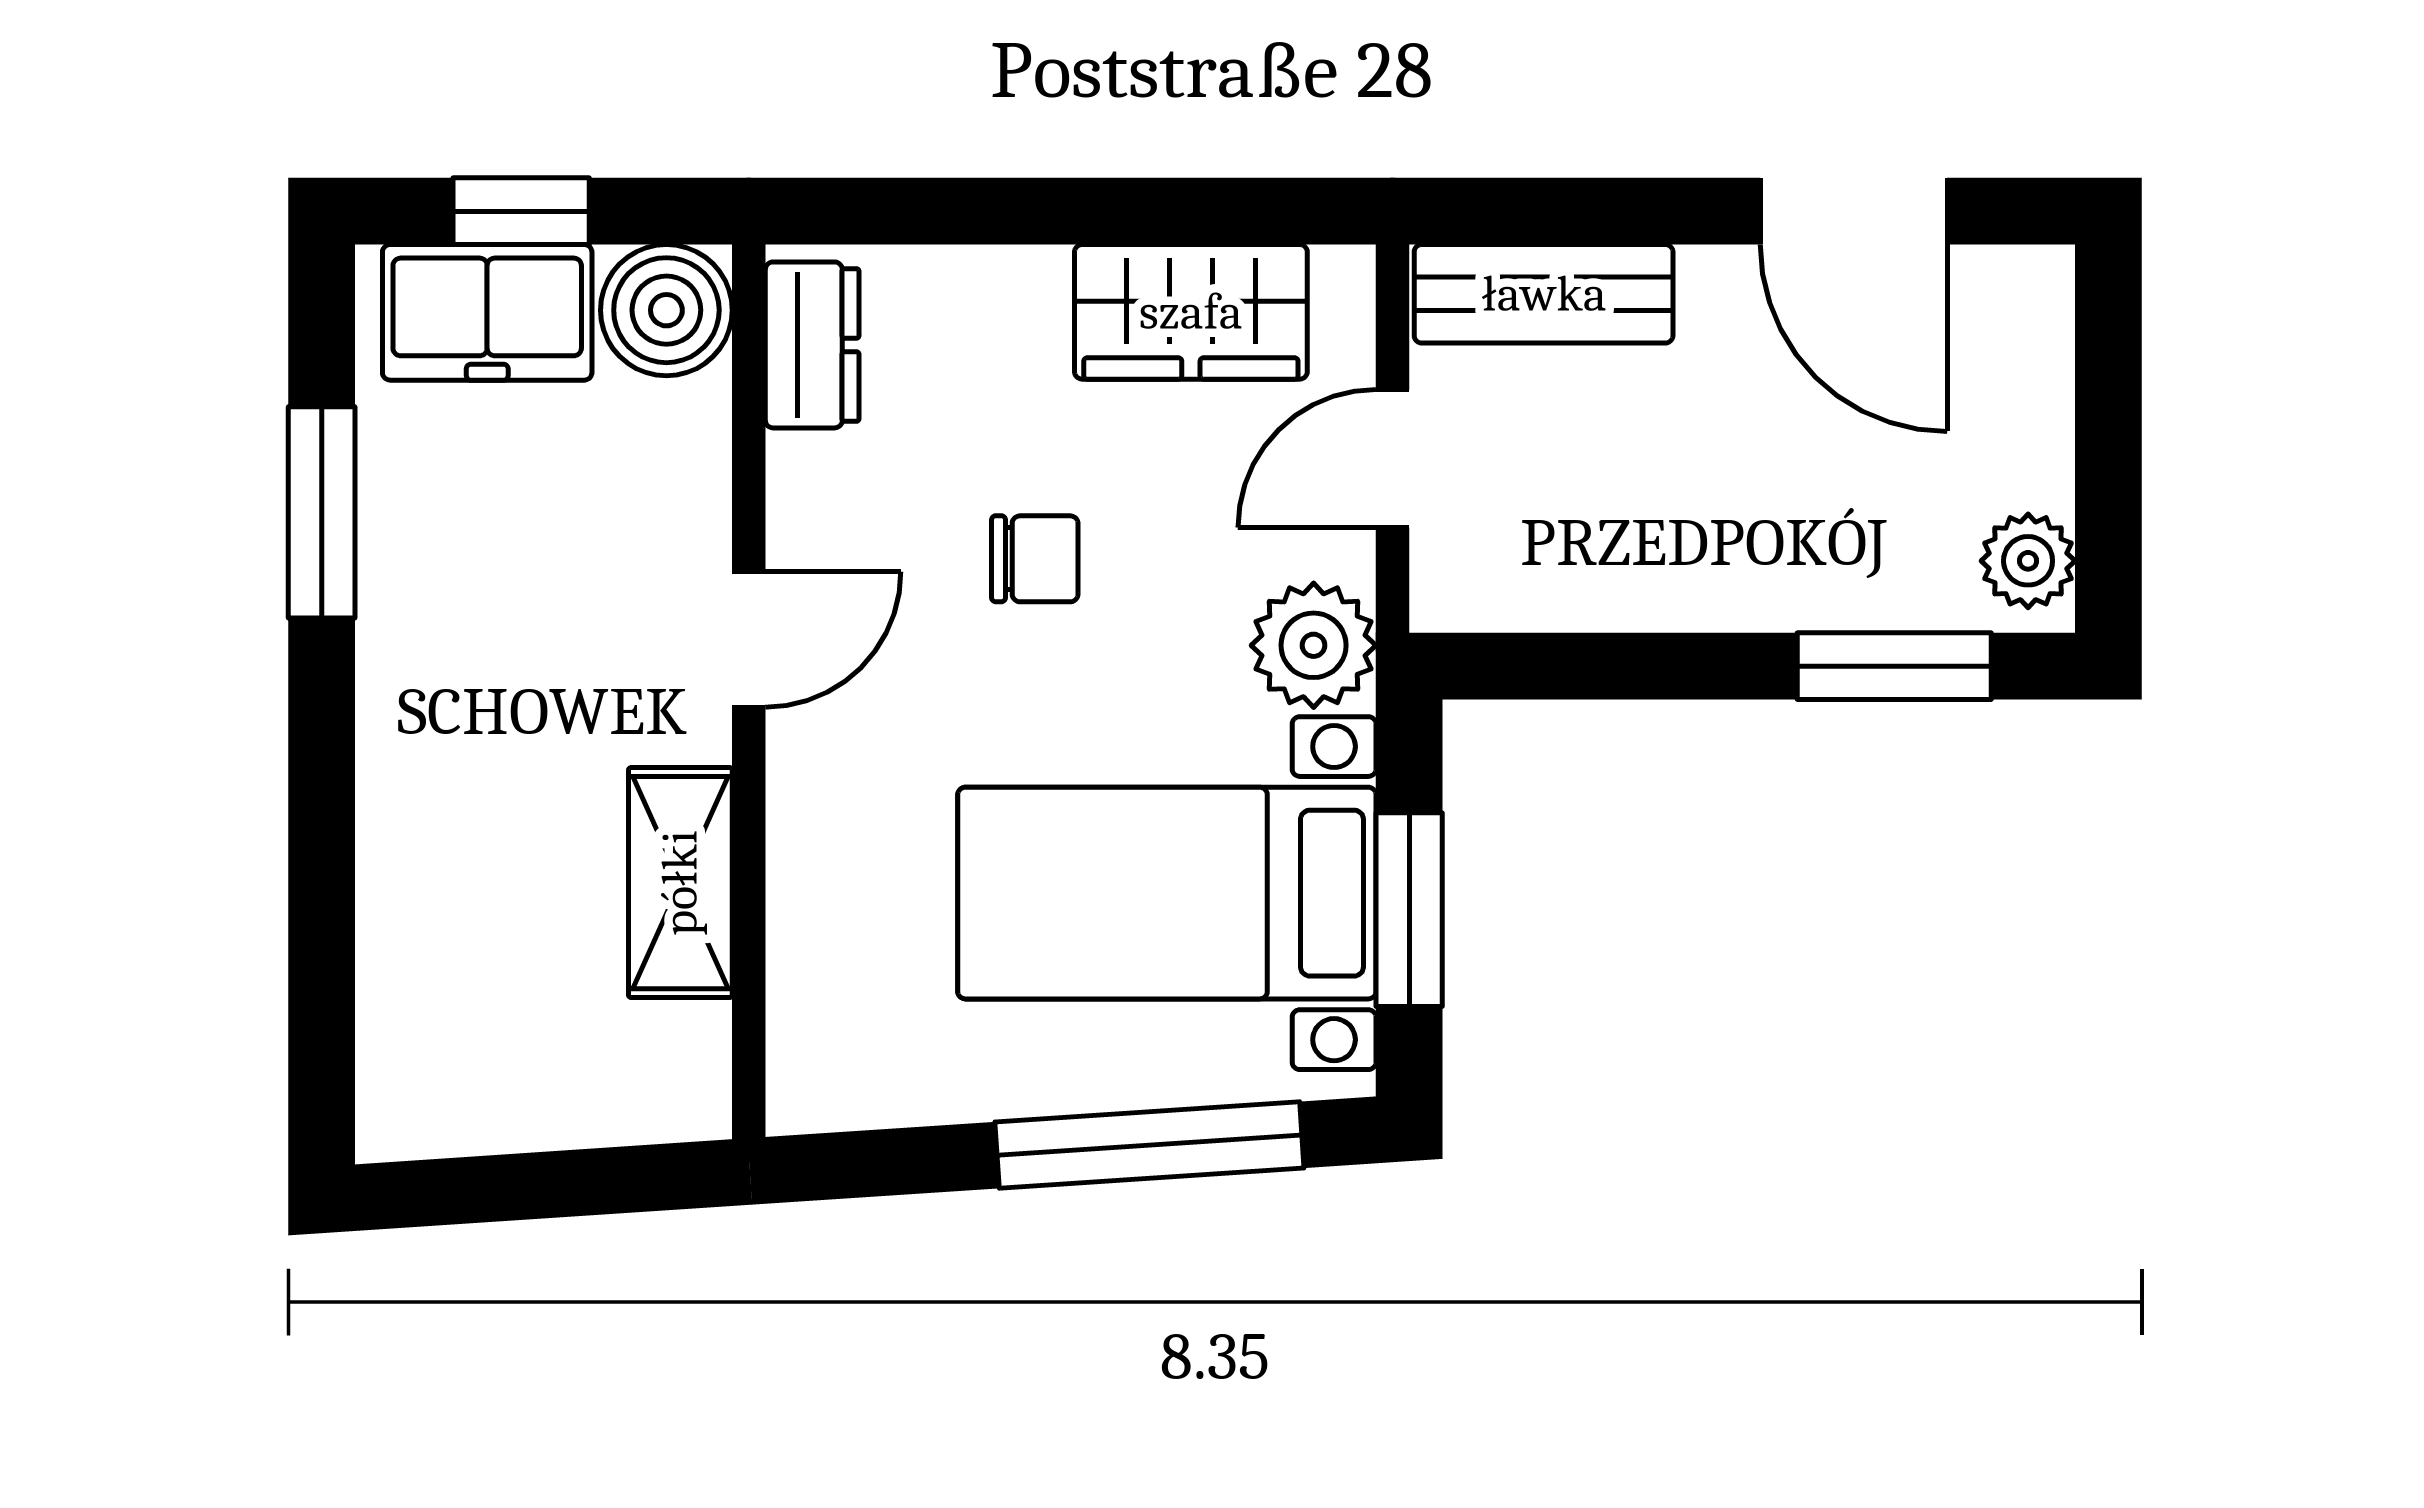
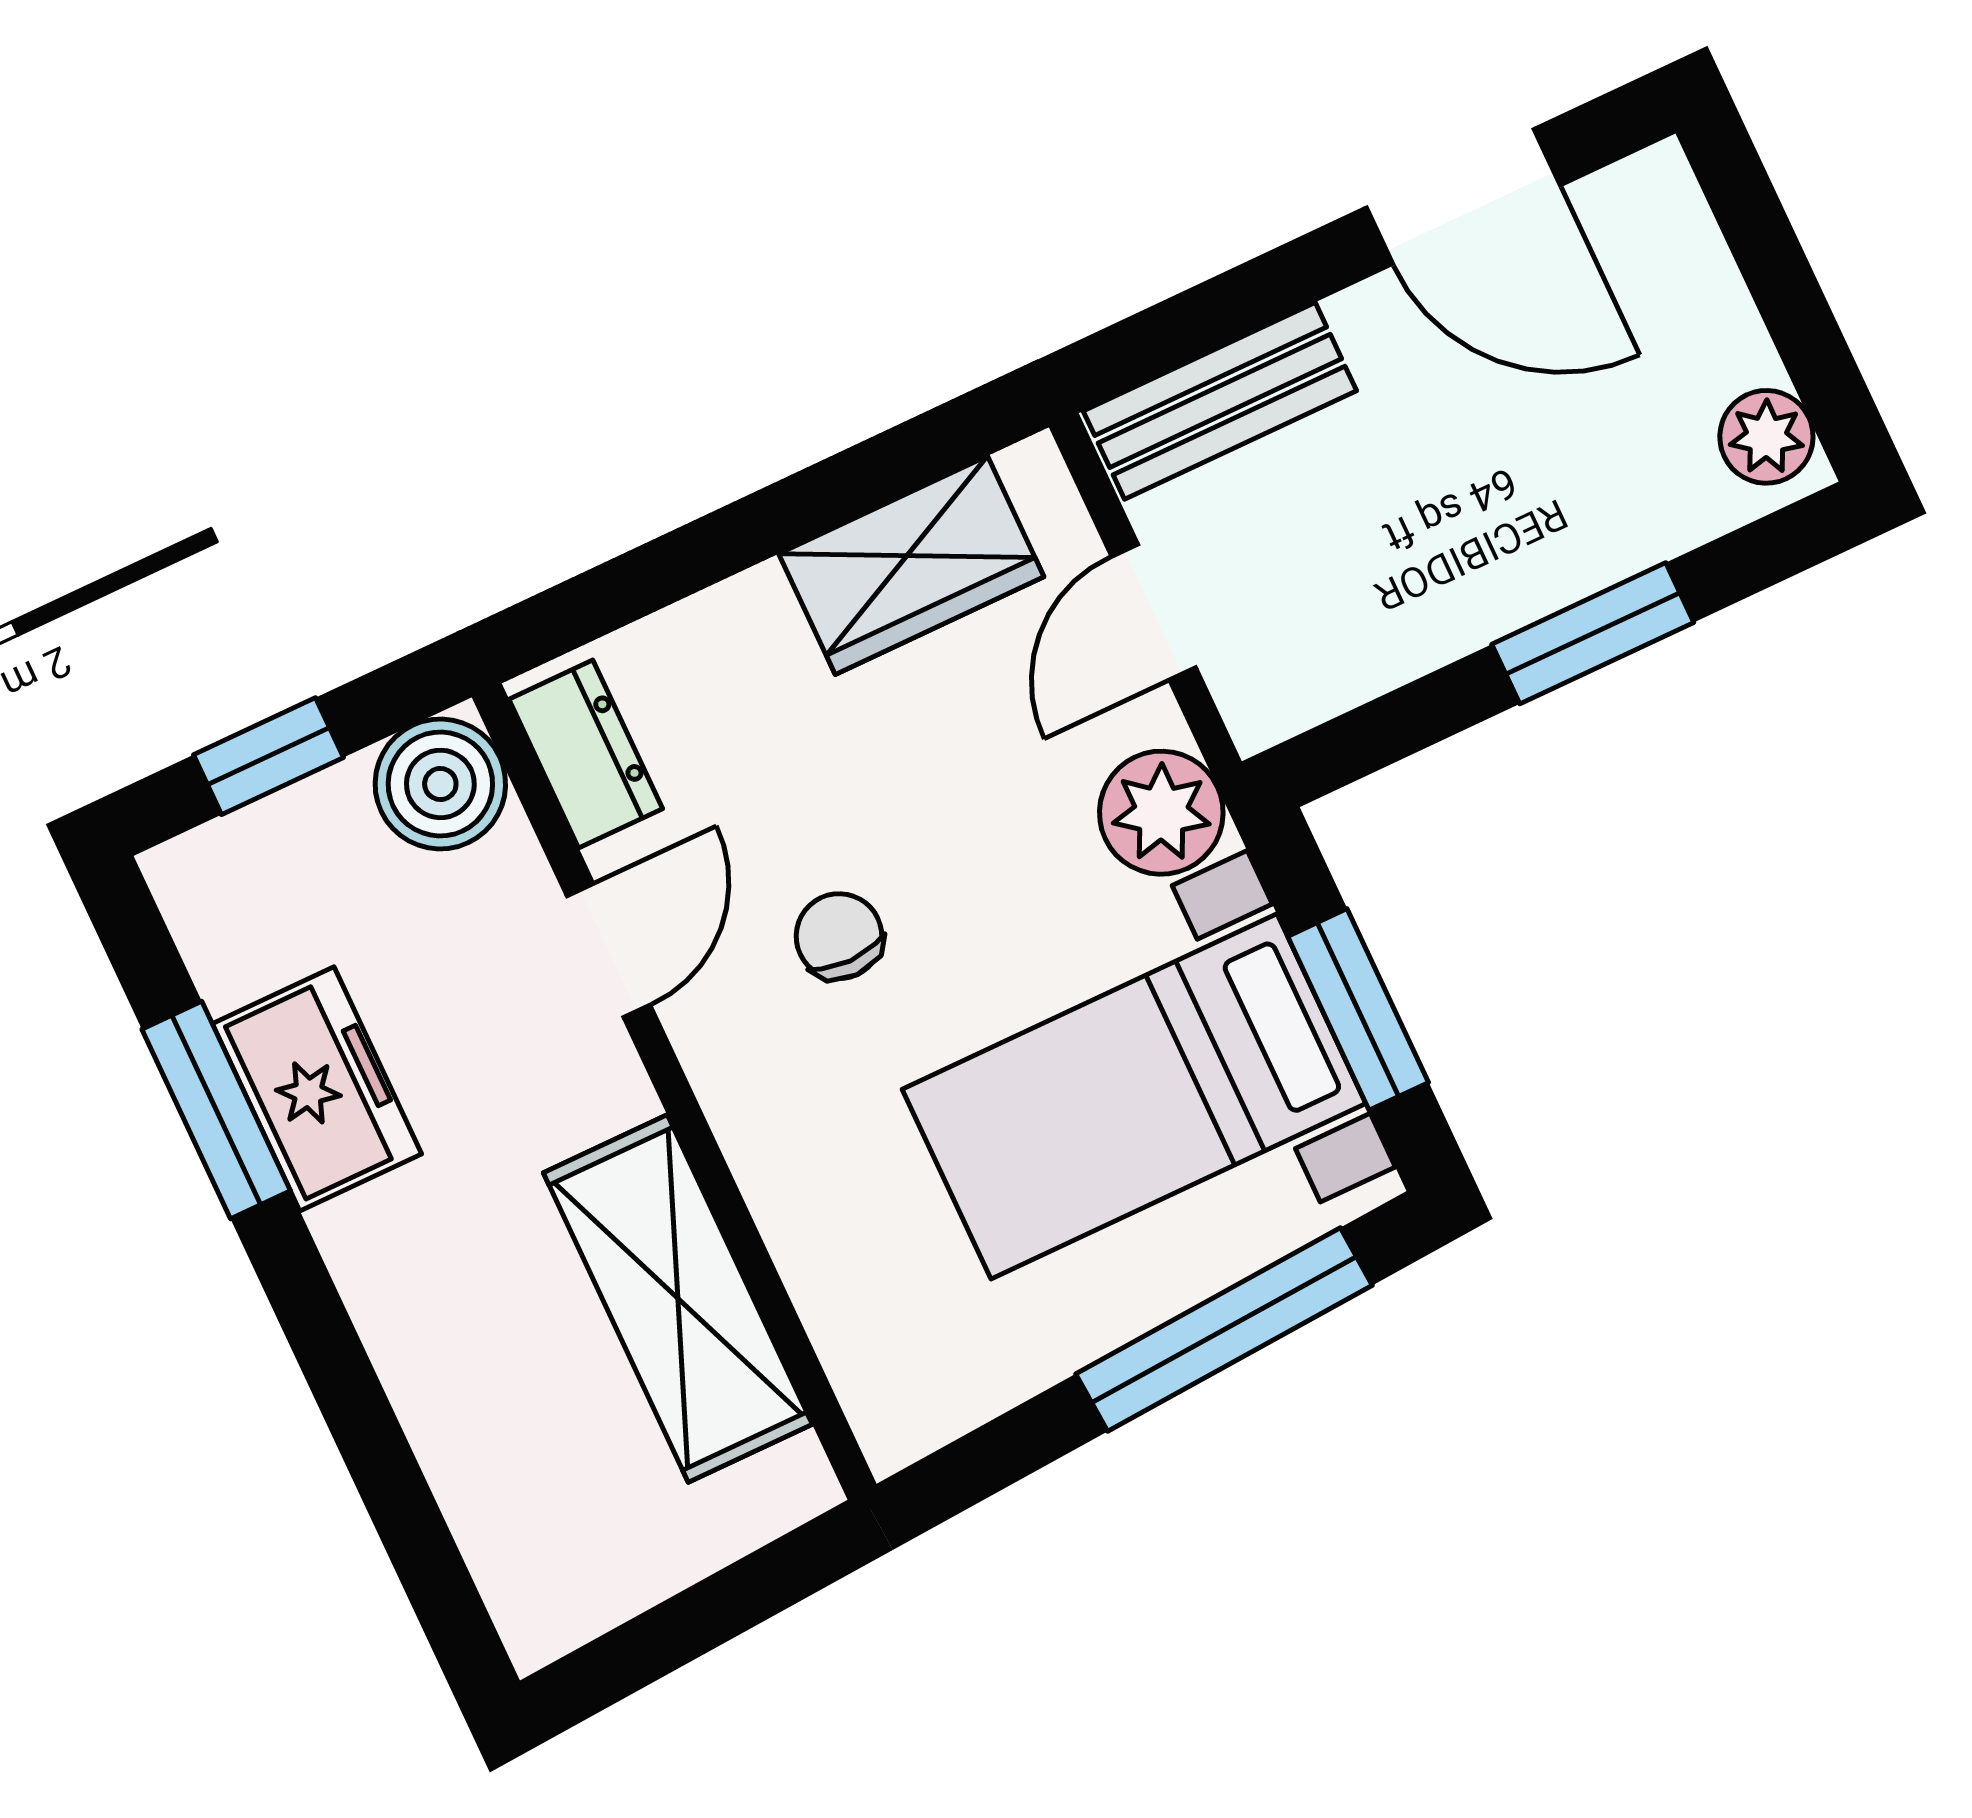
freezer: (487, 312) -> (317, 1089), moved, turned -90
chair: (1035, 559) -> (839, 936), moved, turned -90
door: (749, 639) -> (608, 950), moved
window: (1894, 666) -> (1593, 633), moved
shelving: (680, 883) -> (678, 1299), width x1.50, depth x1.33

